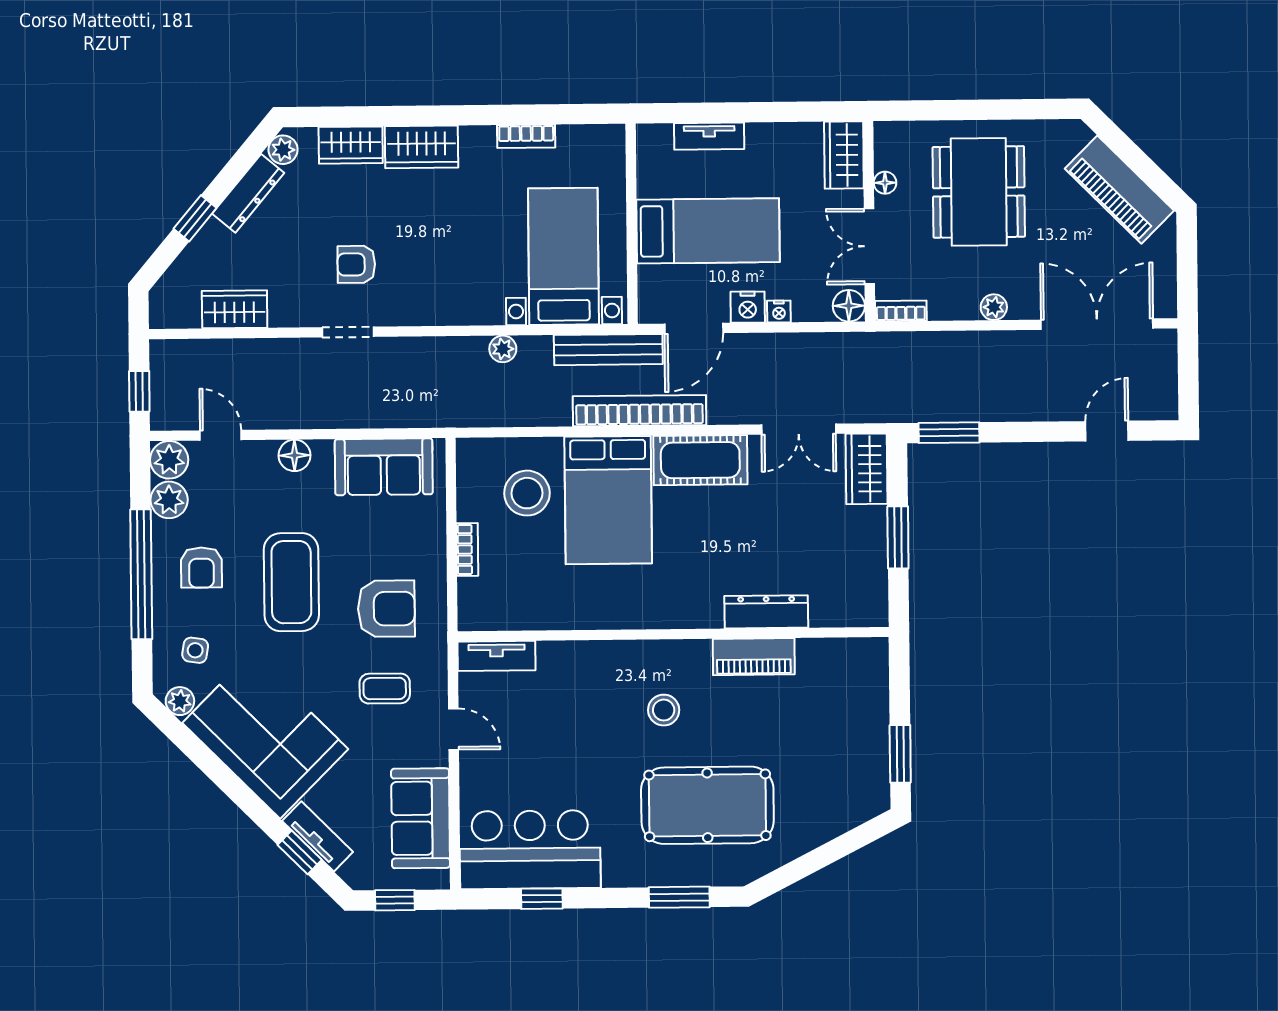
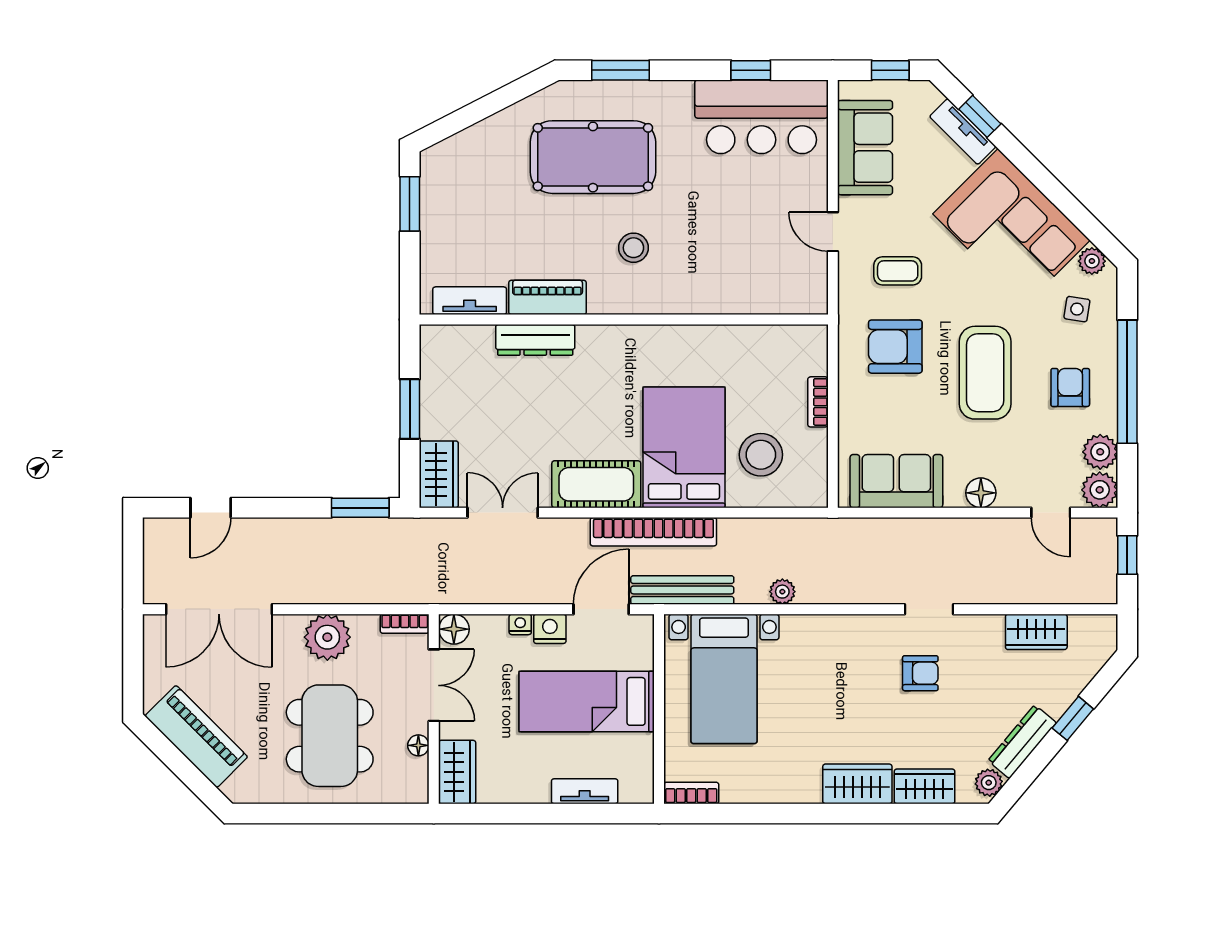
bookcase: (526, 136) -> (691, 793), moved
plant: (994, 307) -> (327, 637), width x1.88, depth x1.88
tv unit: (497, 656) -> (470, 301), moved

